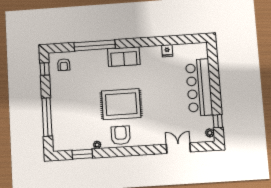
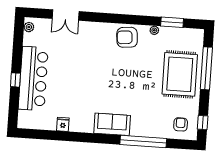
rug: (121, 104) -> (180, 74), moved, turned 90
window: (218, 121) -> (15, 80), moved
armchair: (121, 135) -> (127, 37), turned 85

